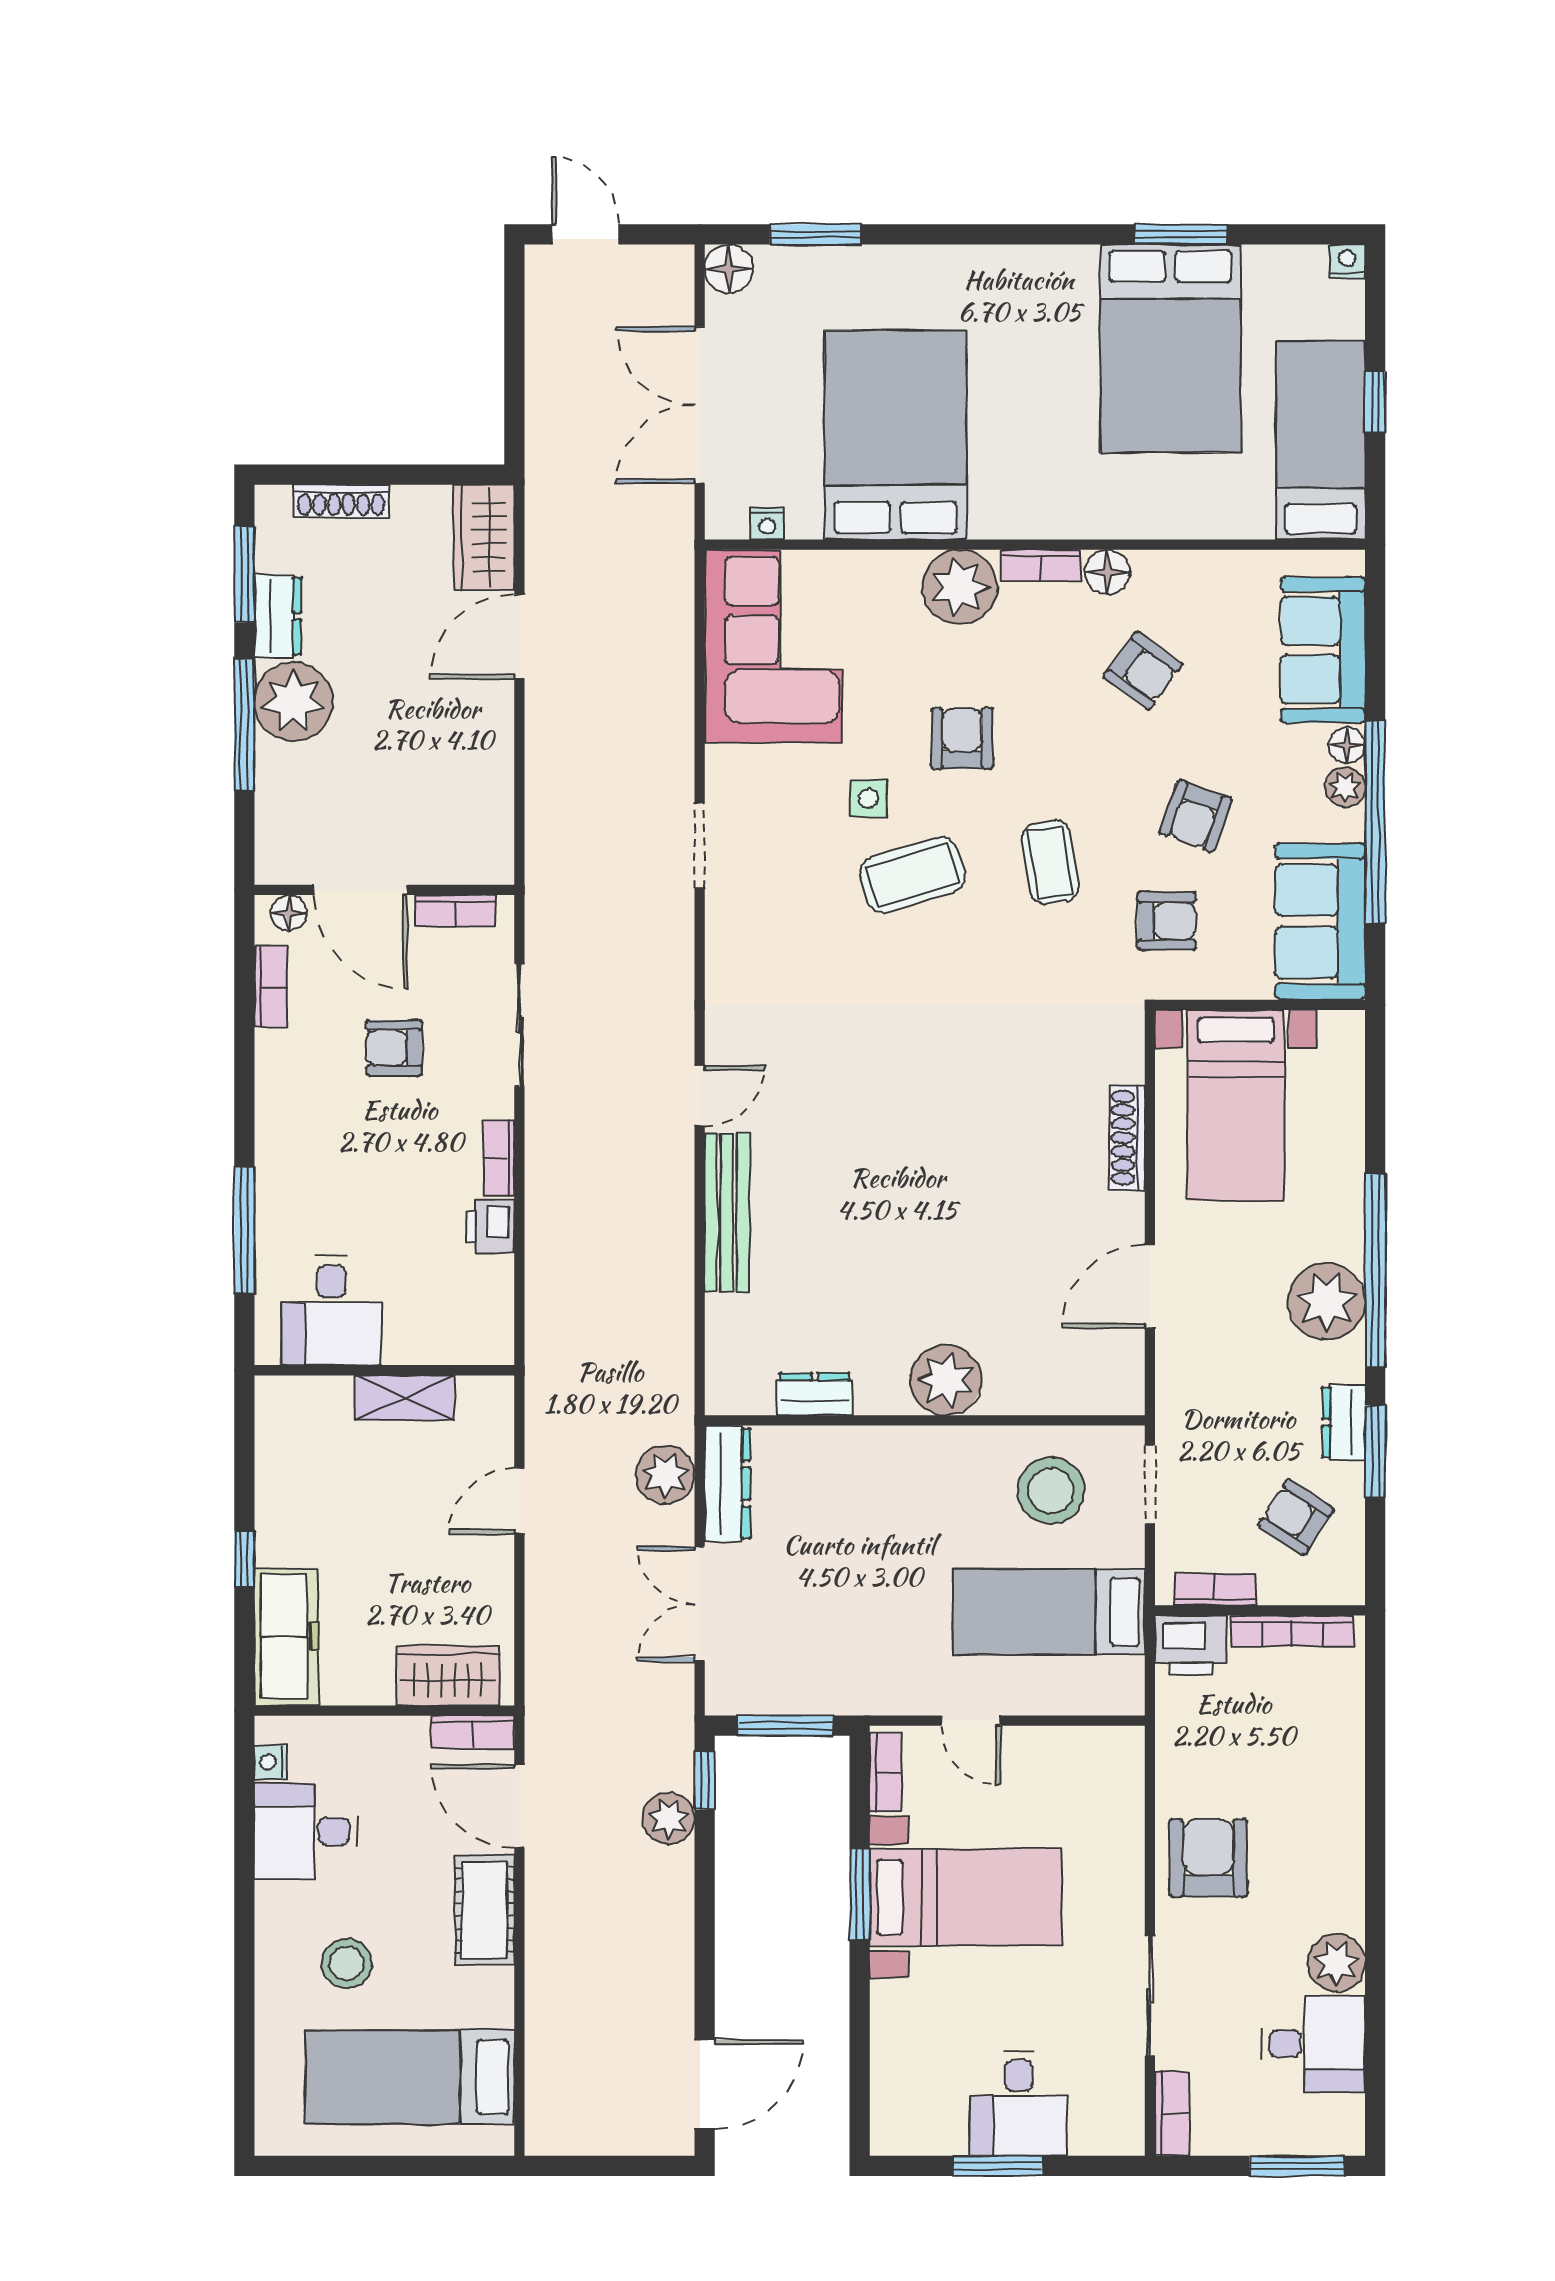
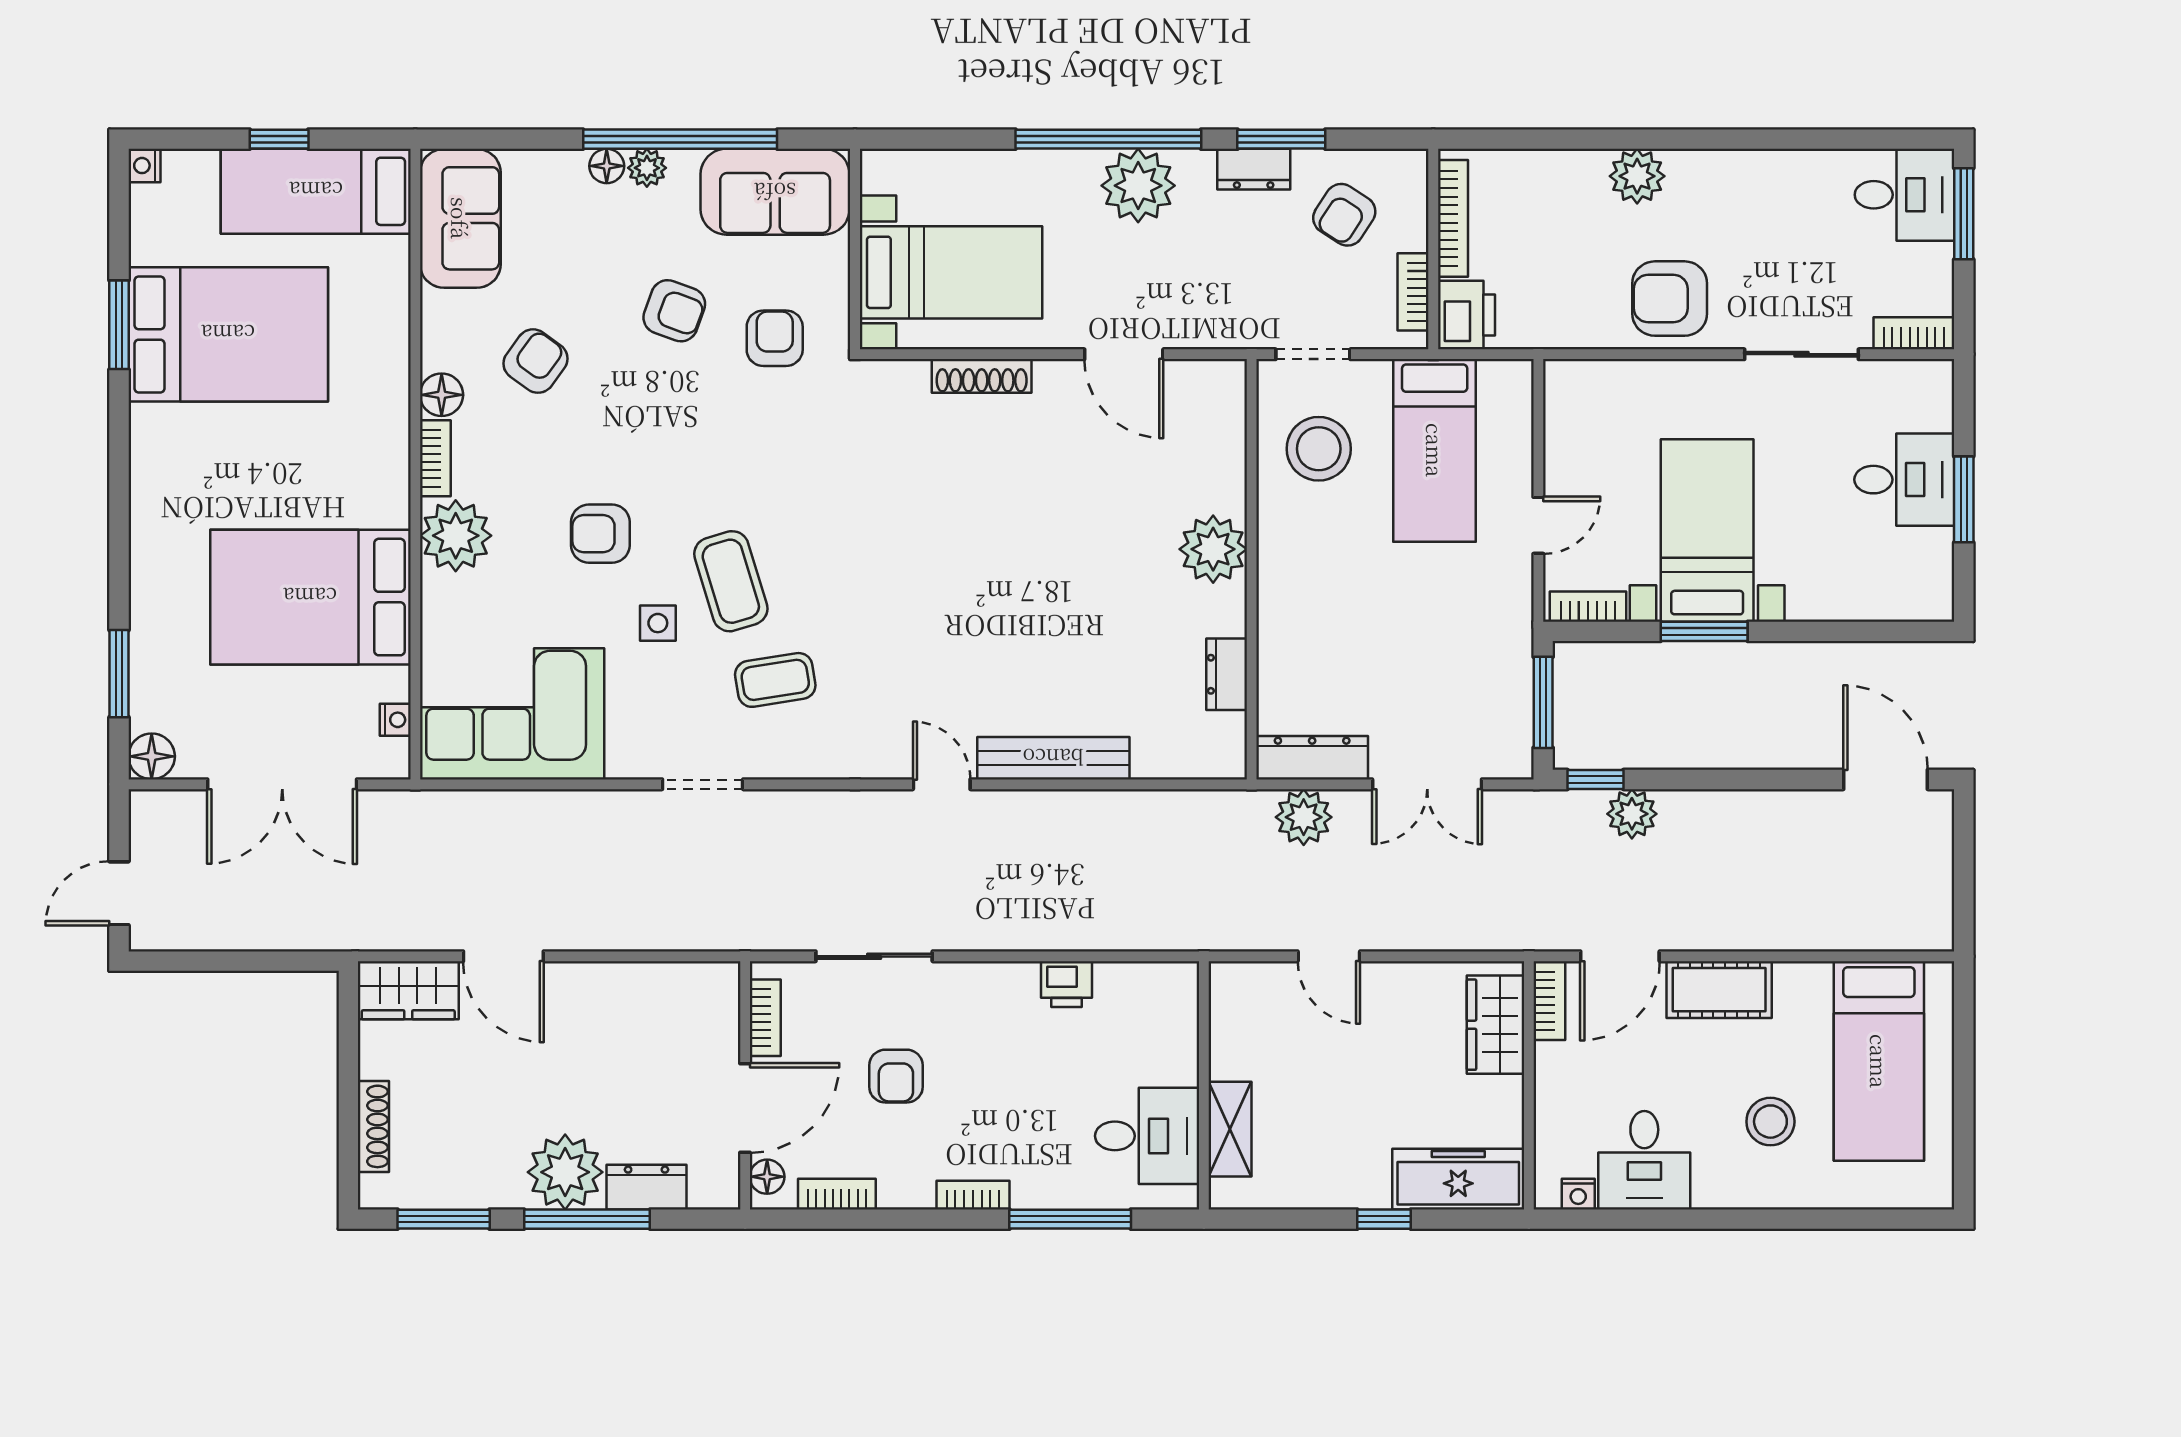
dresser: (278, 616) -> (647, 1187), moved
sofa: (1323, 650) -> (460, 218), moved, turned -90
coffee table: (1050, 862) -> (775, 680), moved
bookcase: (499, 1158) -> (973, 1195), moved, turned 180
shelving: (405, 1398) -> (1230, 1129), moved
plant: (1336, 1963) -> (1637, 176), moved
desk: (1313, 2044) -> (1904, 195), moved, turned 90

